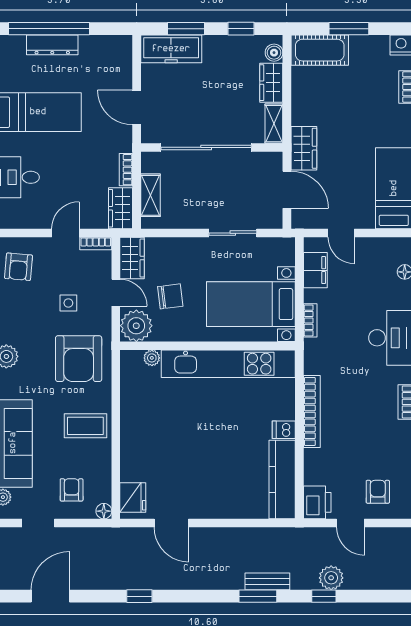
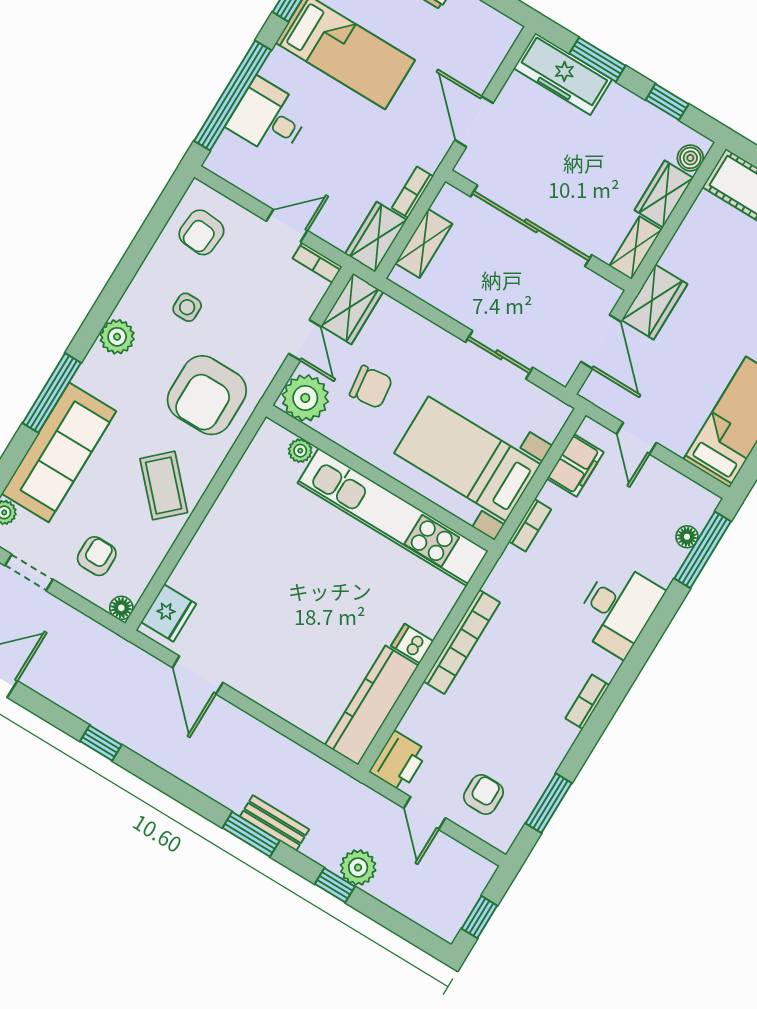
side table: (68, 303) -> (187, 307), moved
coffee table: (85, 426) -> (164, 486), turned 47

